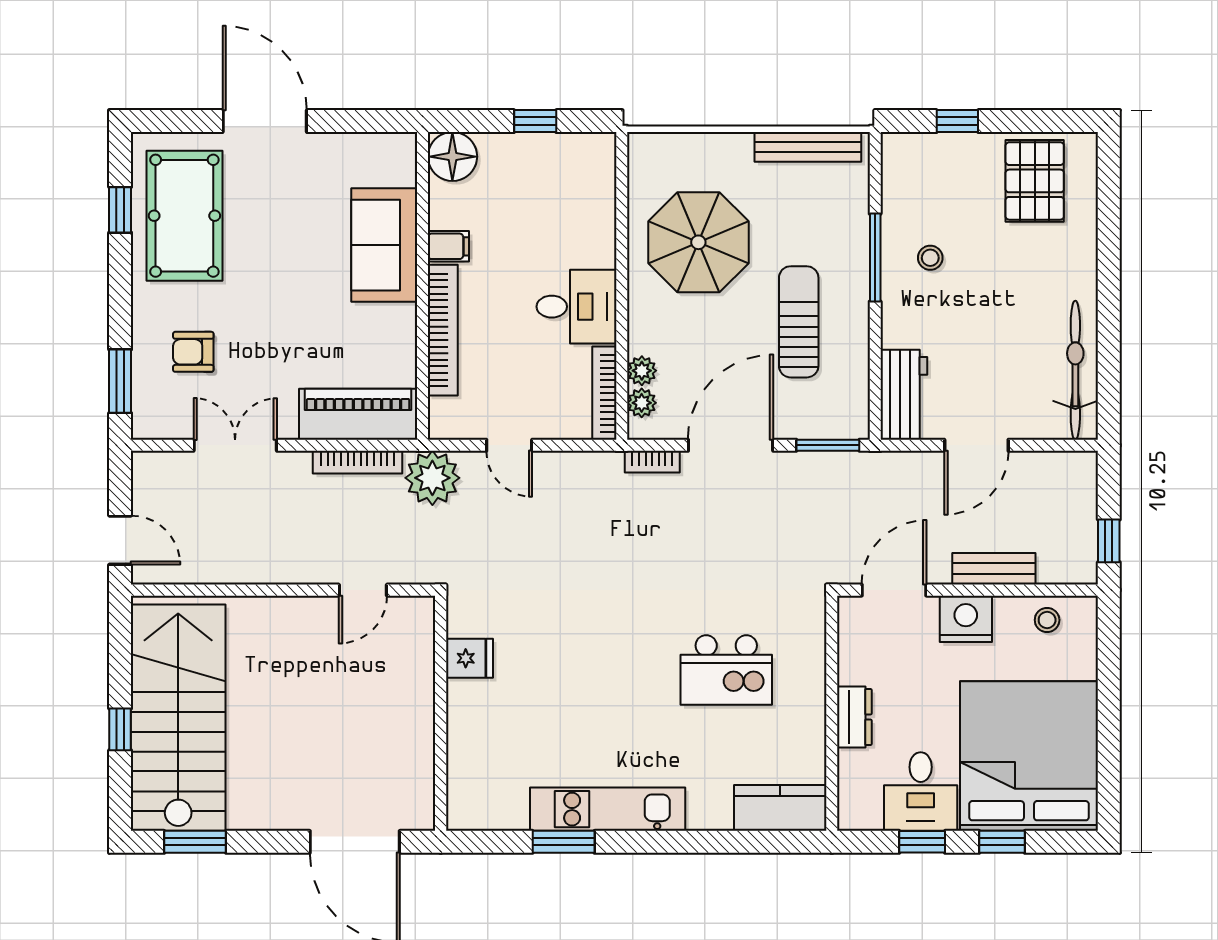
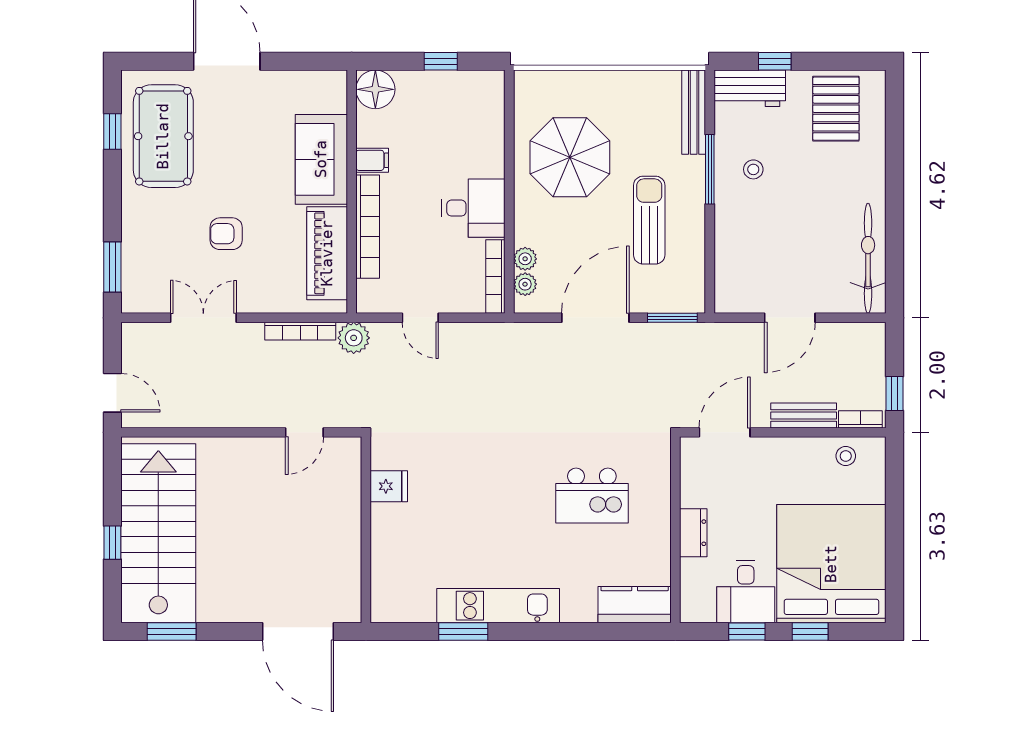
bench: (808, 147) -> (694, 112), moved, turned 90
armchair: (193, 352) -> (226, 234), moved
workbench: (904, 395) -> (750, 88), moved, turned 90
piano: (358, 414) -> (327, 253), moved, turned -90
bookcase: (652, 462) -> (860, 419), moved, turned 180
plant: (432, 478) -> (354, 338), width x0.73, depth x0.73
nightstand: (966, 619) -> (781, 455), removed

